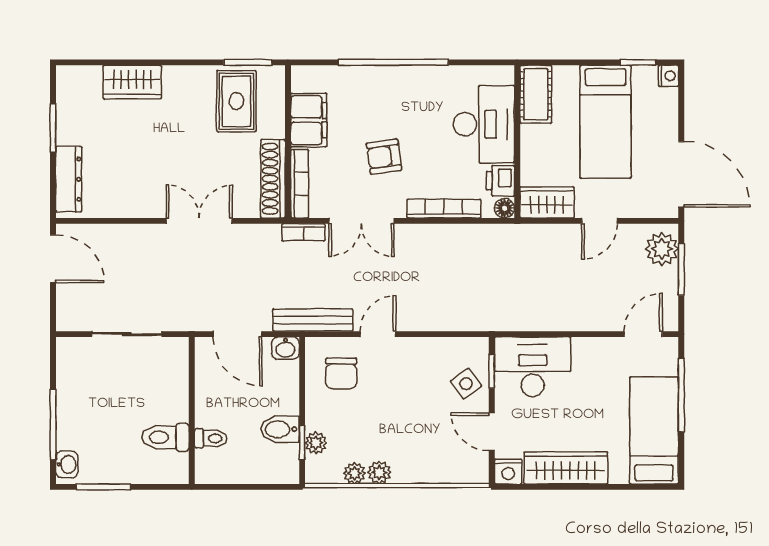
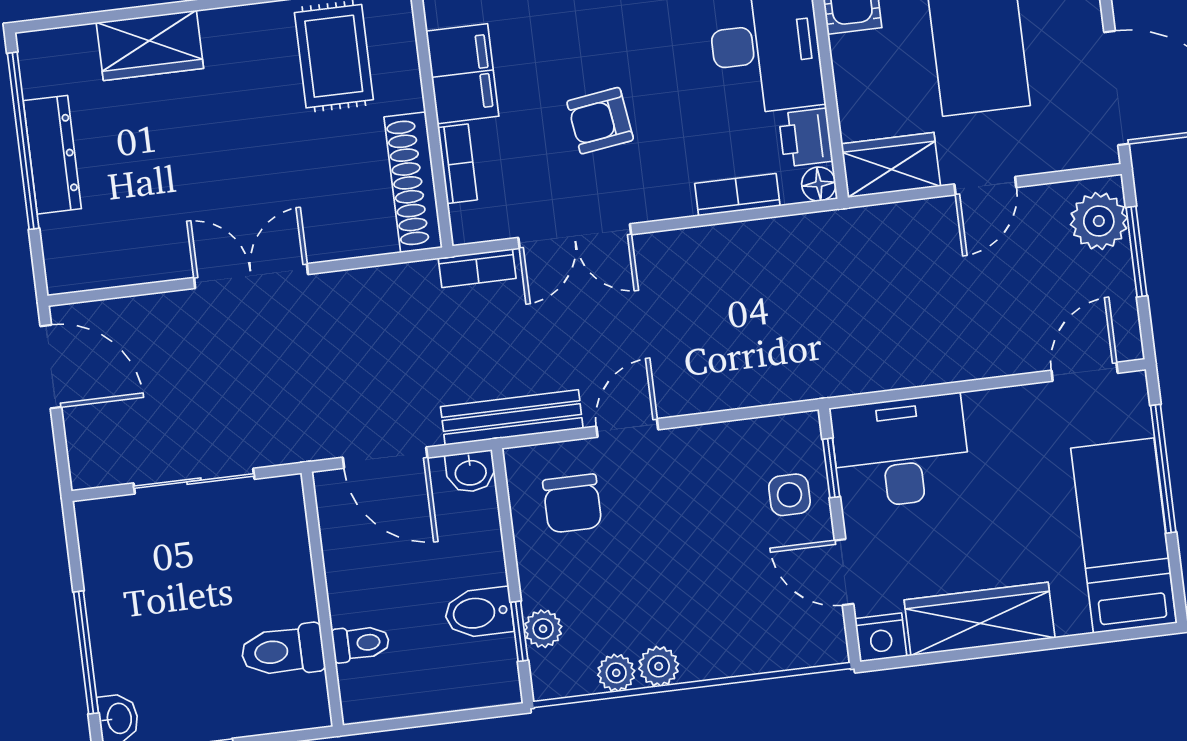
window: (53, 128) -> (23, 141), width x2.11
dresser: (69, 179) -> (52, 155), moved
bookcase: (300, 184) -> (458, 164), width x0.64
bookcase: (444, 209) -> (737, 195), width x0.64
double door: (199, 221) -> (251, 276), moved
side table: (466, 384) -> (789, 495), turned 36

